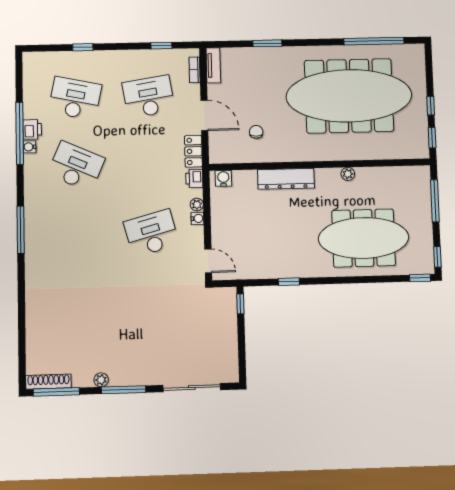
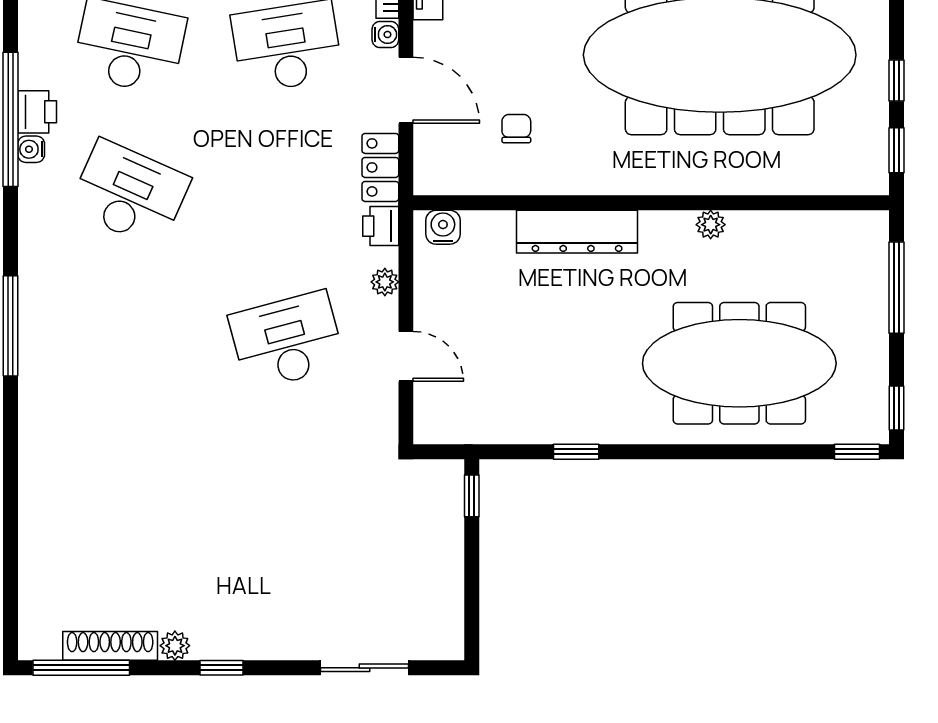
water cooler: (197, 218) -> (385, 35), moved
door: (208, 261) -> (406, 356), moved
shoe rack: (48, 382) -> (110, 646), moved
sliding door: (192, 388) -> (365, 668), width x0.73
window: (124, 390) -> (222, 668), width x0.46

